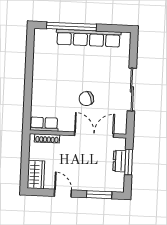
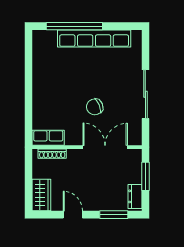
dresser: (119, 161) -> (135, 196), moved

